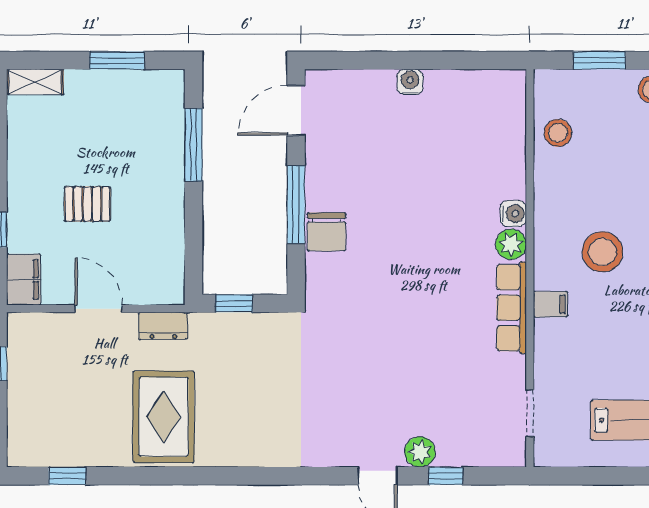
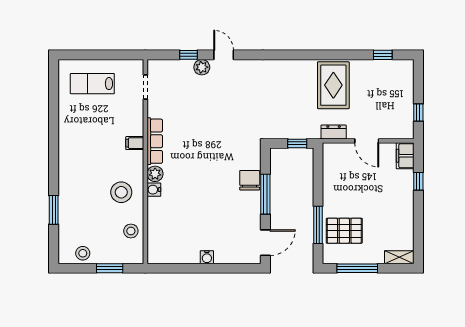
window: (117, 60) -> (357, 268), width x1.44
pallet: (87, 204) -> (344, 231), moved, width x1.50, depth x1.42
stool: (602, 252) -> (121, 192), moved

